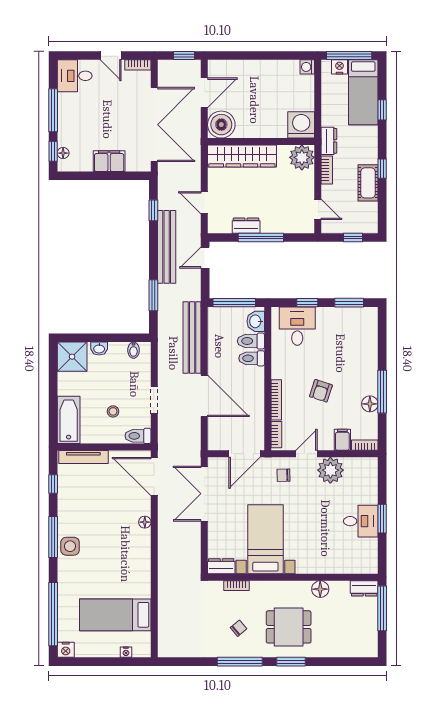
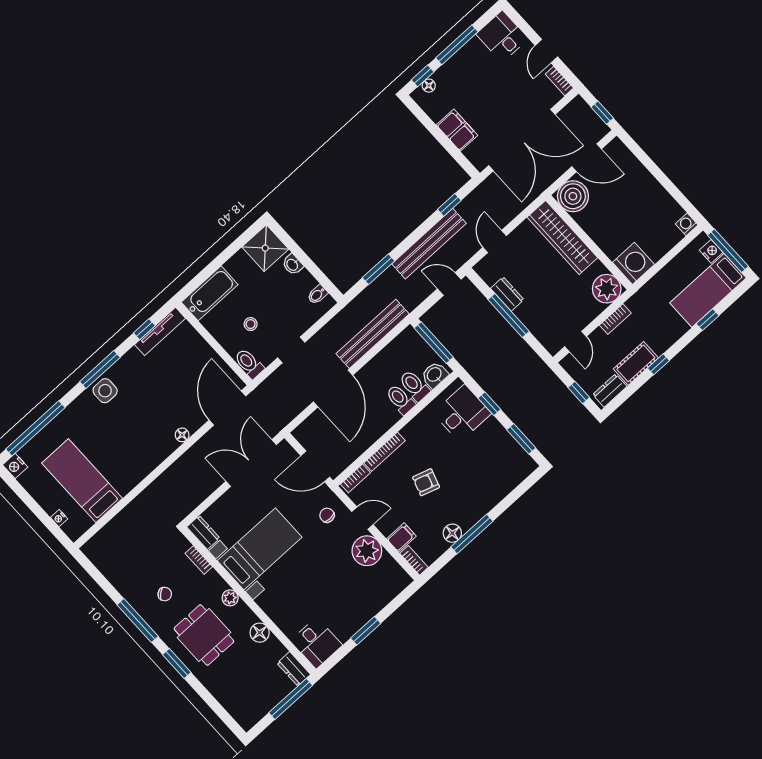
dresser: (329, 141) -> (610, 390), moved, turned 180
tv unit: (83, 457) -> (160, 331), moved, turned -90
desk: (361, 521) -> (316, 643), moved
plant: (280, 588) -> (230, 598), added

